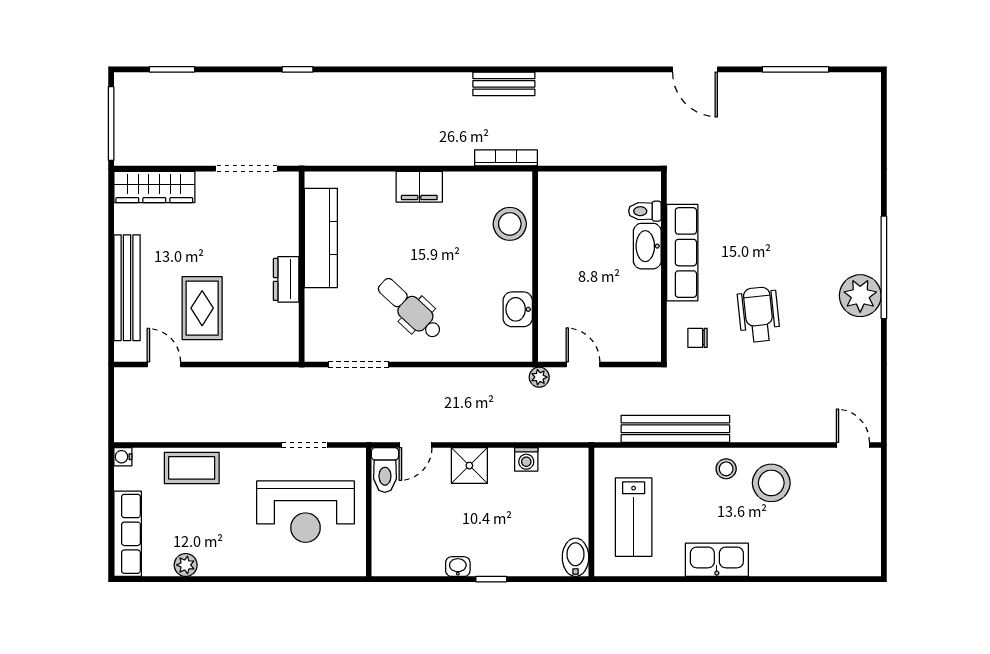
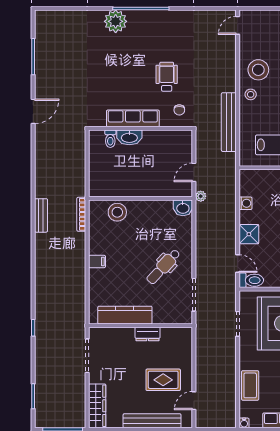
filing cabinet: (419, 187) -> (97, 261), width x0.50
plant: (860, 296) -> (116, 21), moved
washbasin: (518, 309) -> (183, 208), moved
wheelchair: (759, 315) -> (167, 77), turned 96

